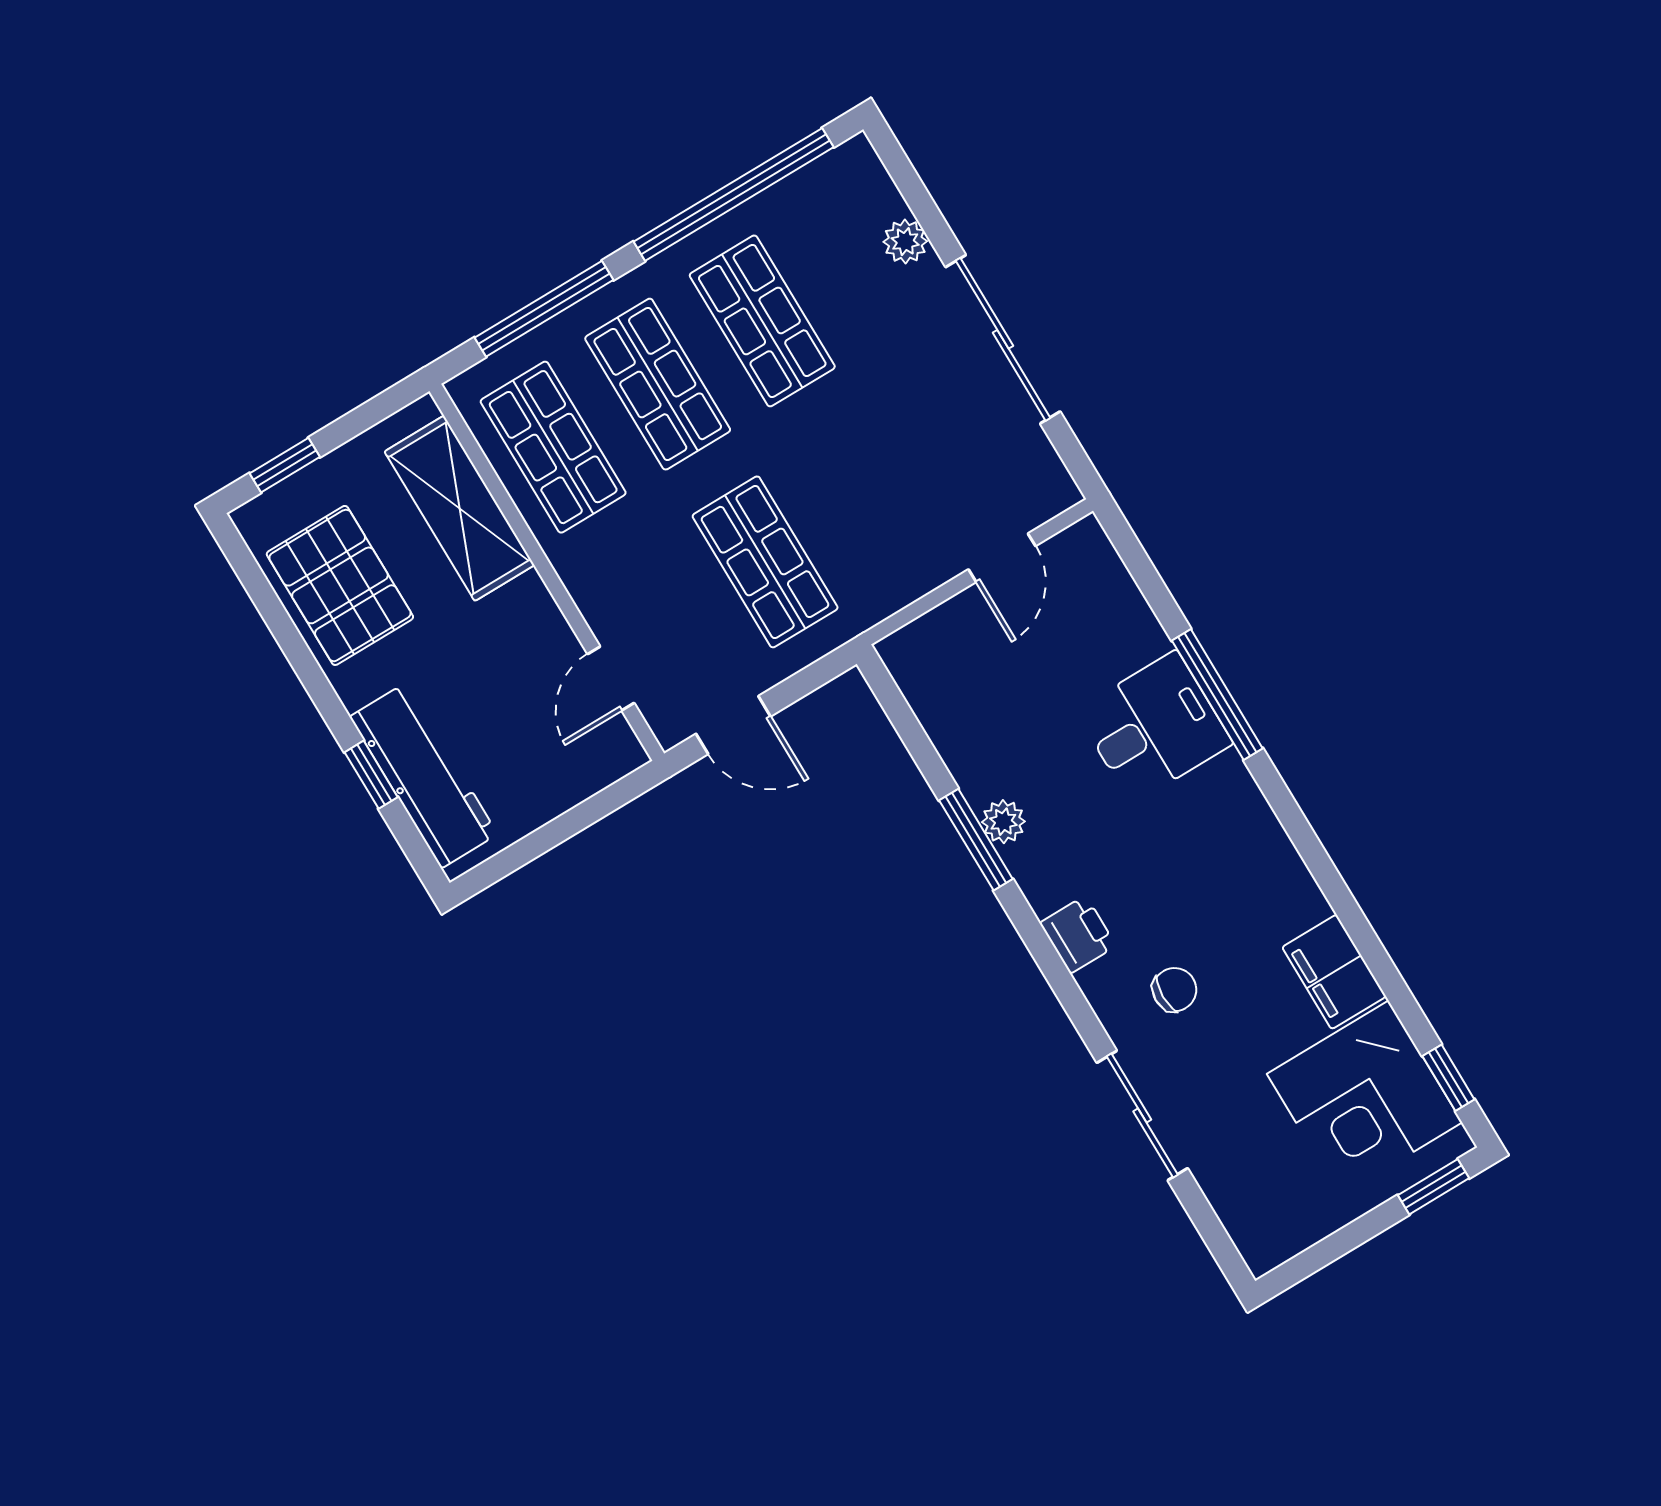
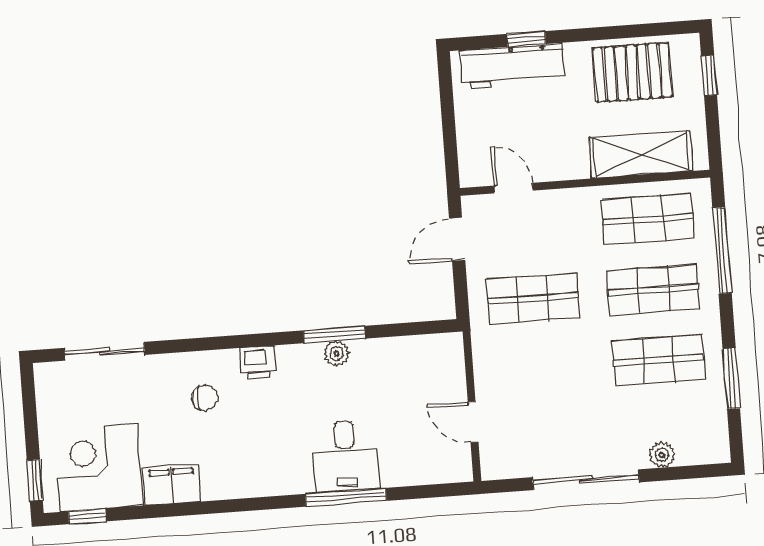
window: (734, 194) -> (731, 378), width x0.47
chair: (1174, 990) -> (205, 398), turned -91
sliding door: (1142, 1115) -> (105, 351), moved

